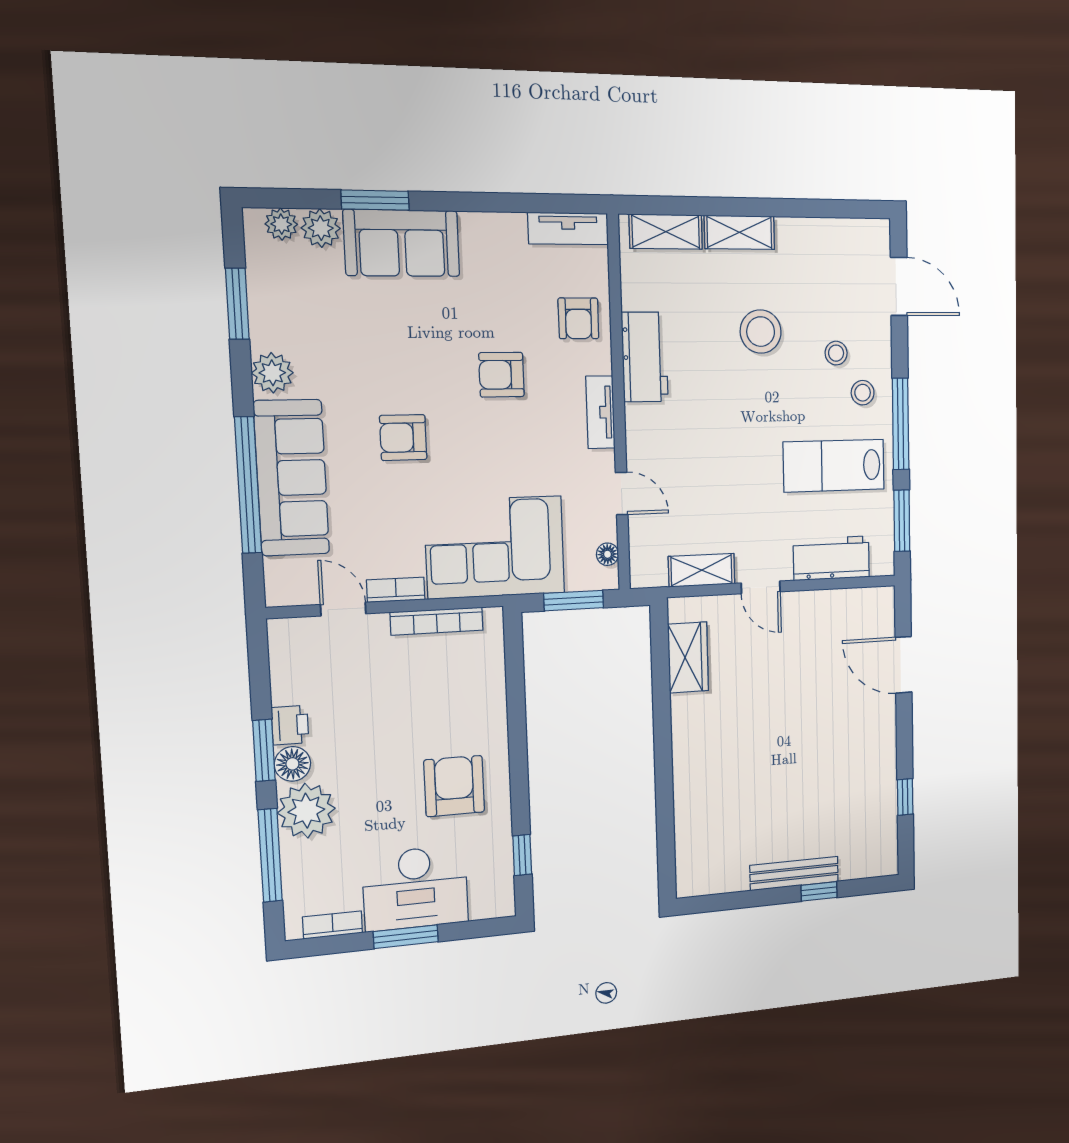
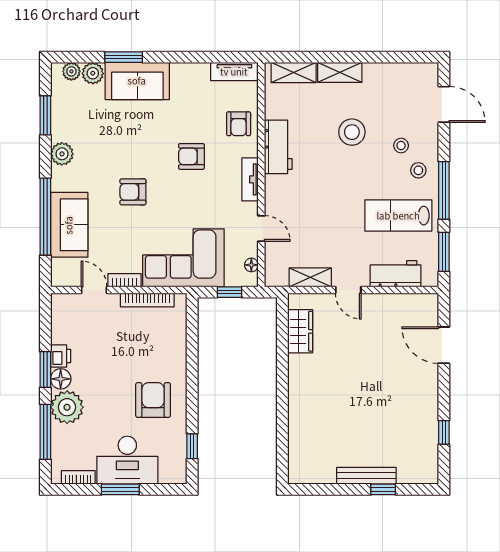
sofa: (292, 478) -> (69, 225), width x0.73
window: (574, 601) -> (230, 292), width x0.67

